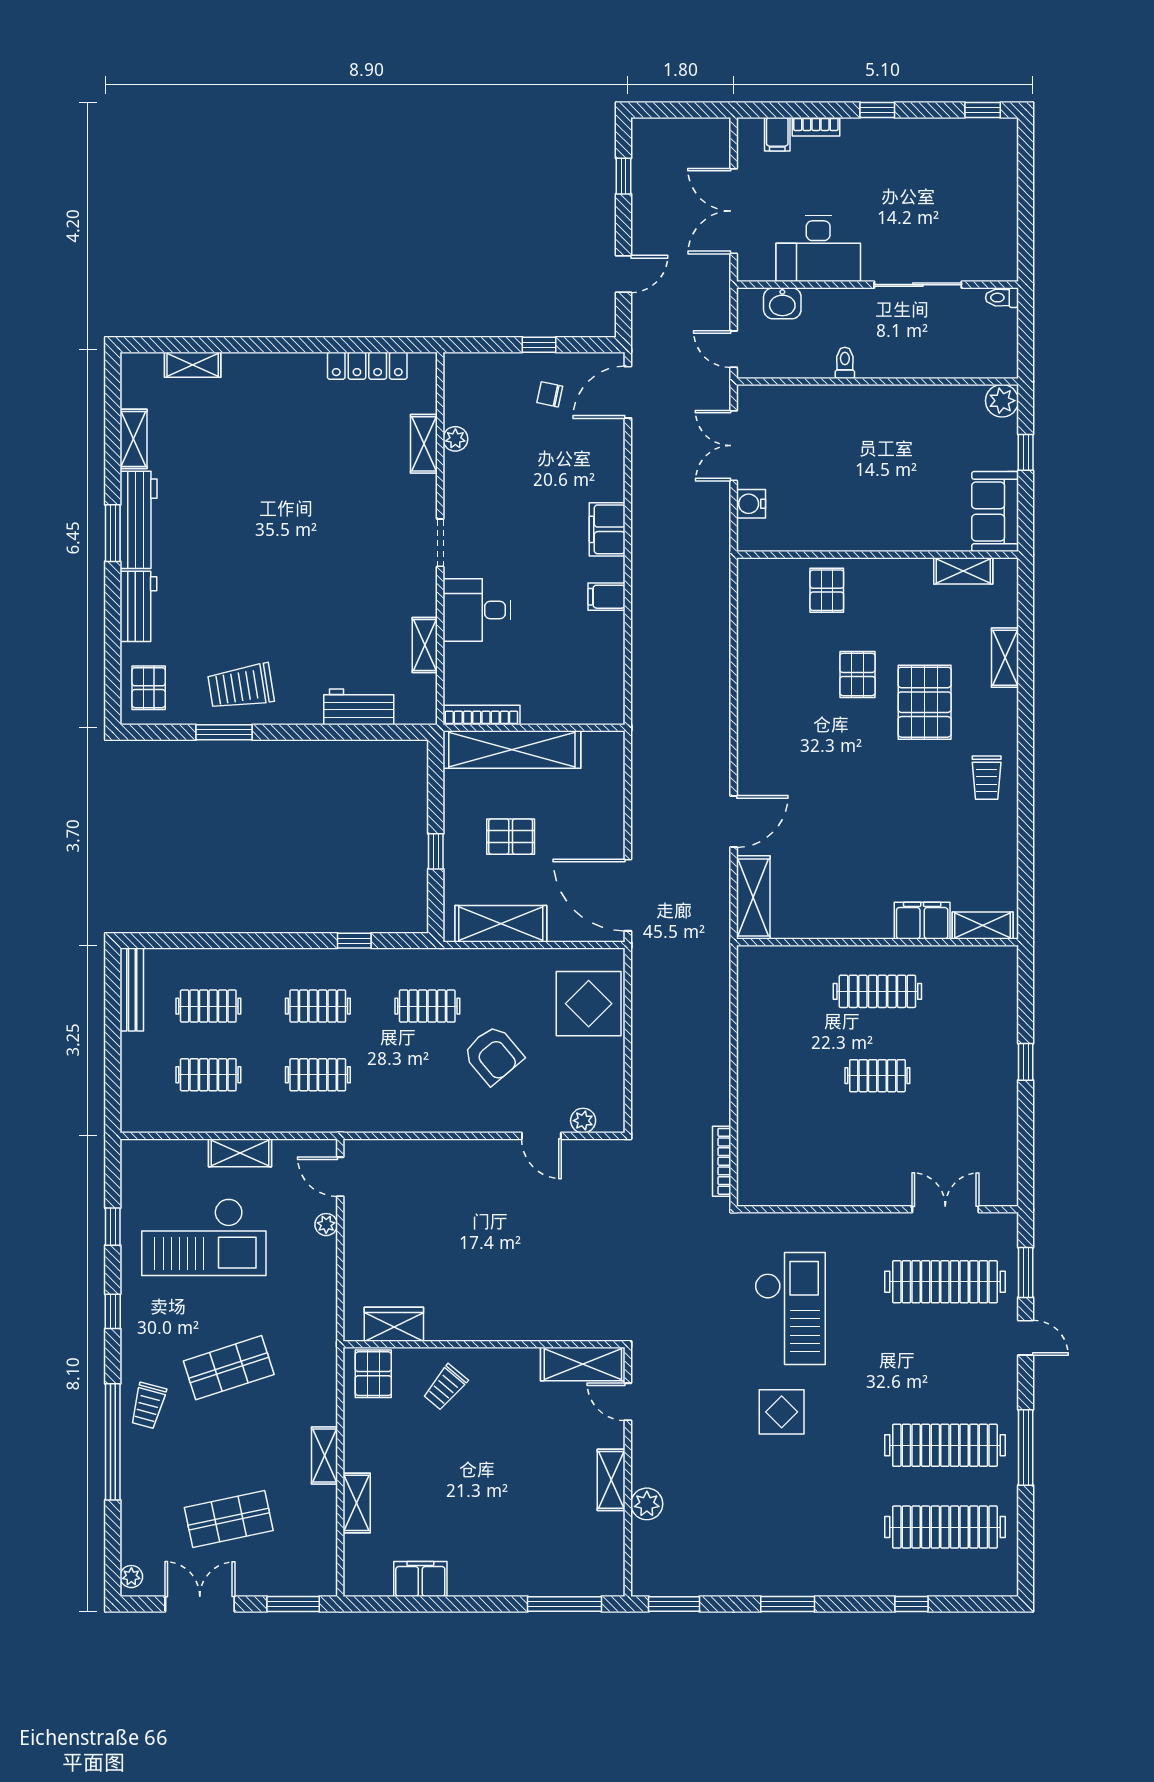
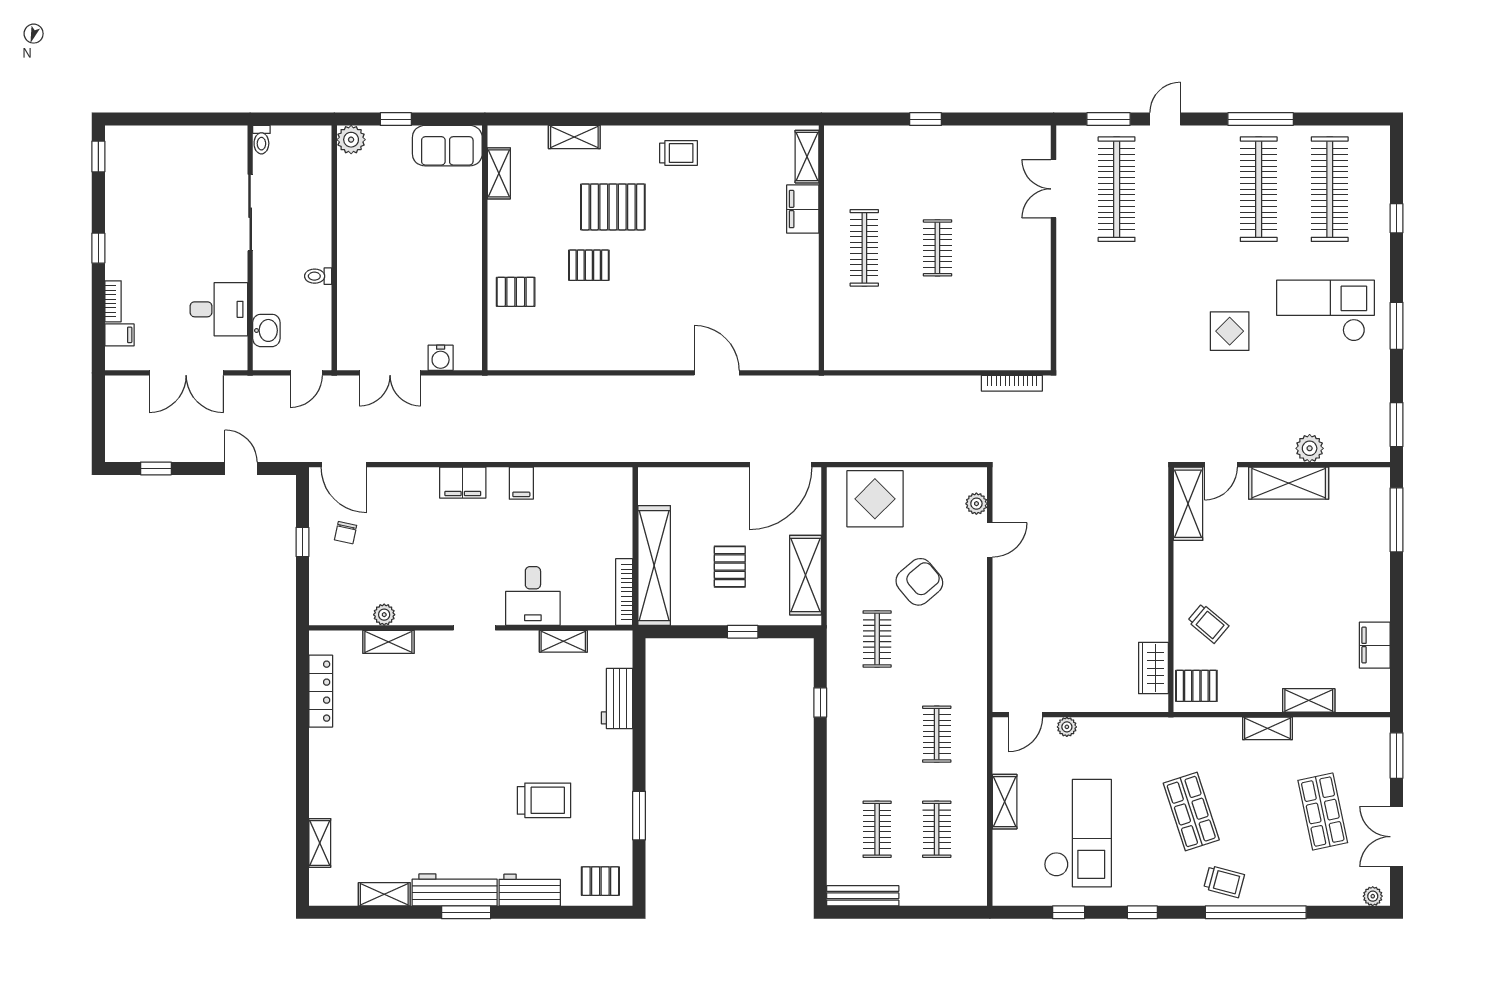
desk: (818, 249) -> (219, 309), width x0.73
trolley: (241, 687) -> (544, 800), moved, turned -81
shelving: (753, 897) -> (783, 356), removed
clothes rail: (318, 1006) -> (877, 734), removed
checkout: (790, 1309) -> (1326, 311), moved
shelving: (611, 1480) -> (1289, 483), width x1.50, depth x1.33

